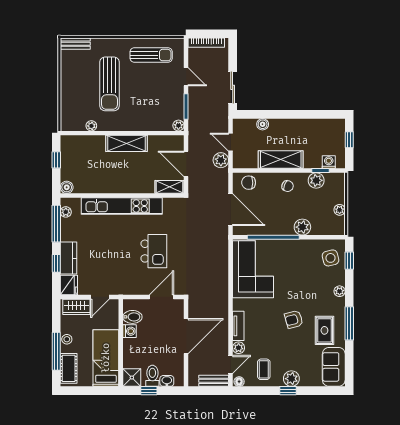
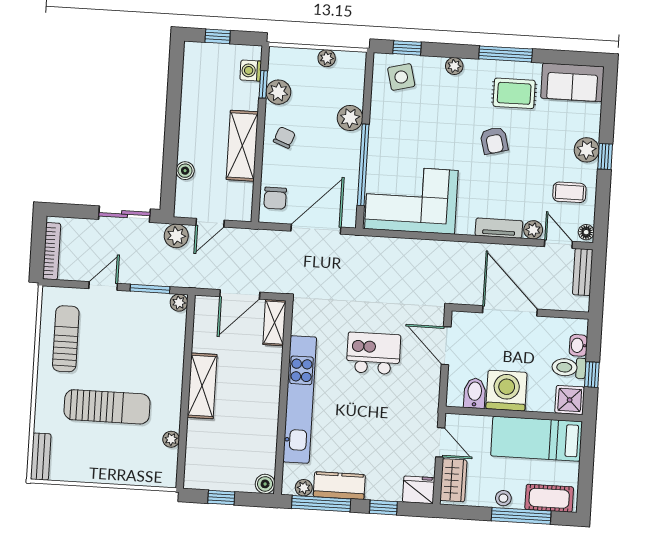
plant: (221, 160) -> (176, 236), moved
kitchen counter: (68, 258) -> (339, 486), moved
washing machine: (129, 331) -> (506, 391), width x1.89, depth x1.89

